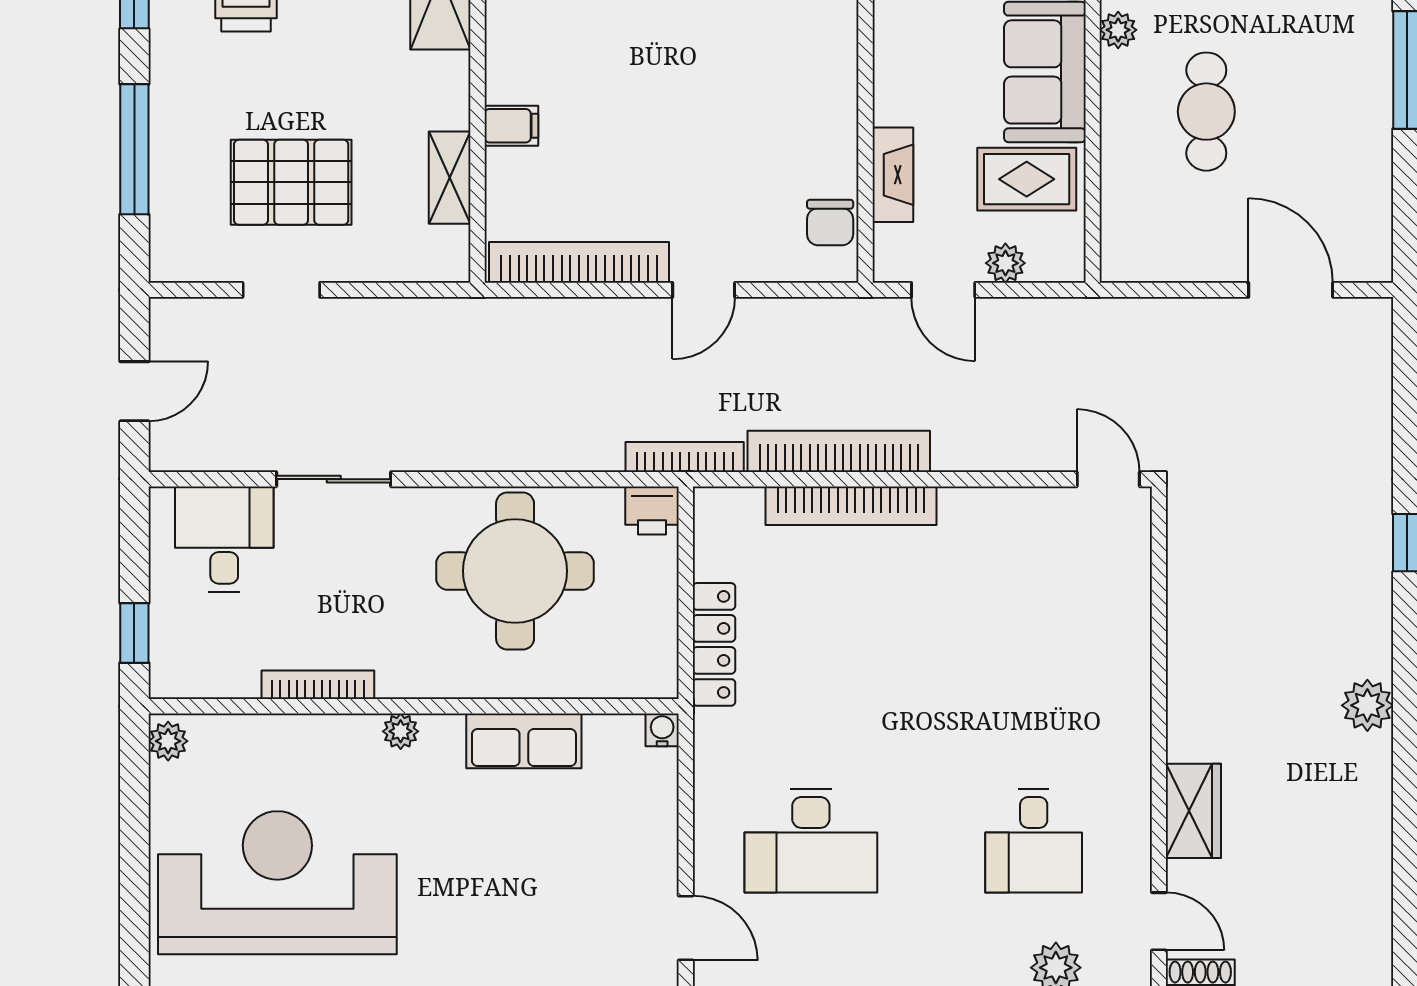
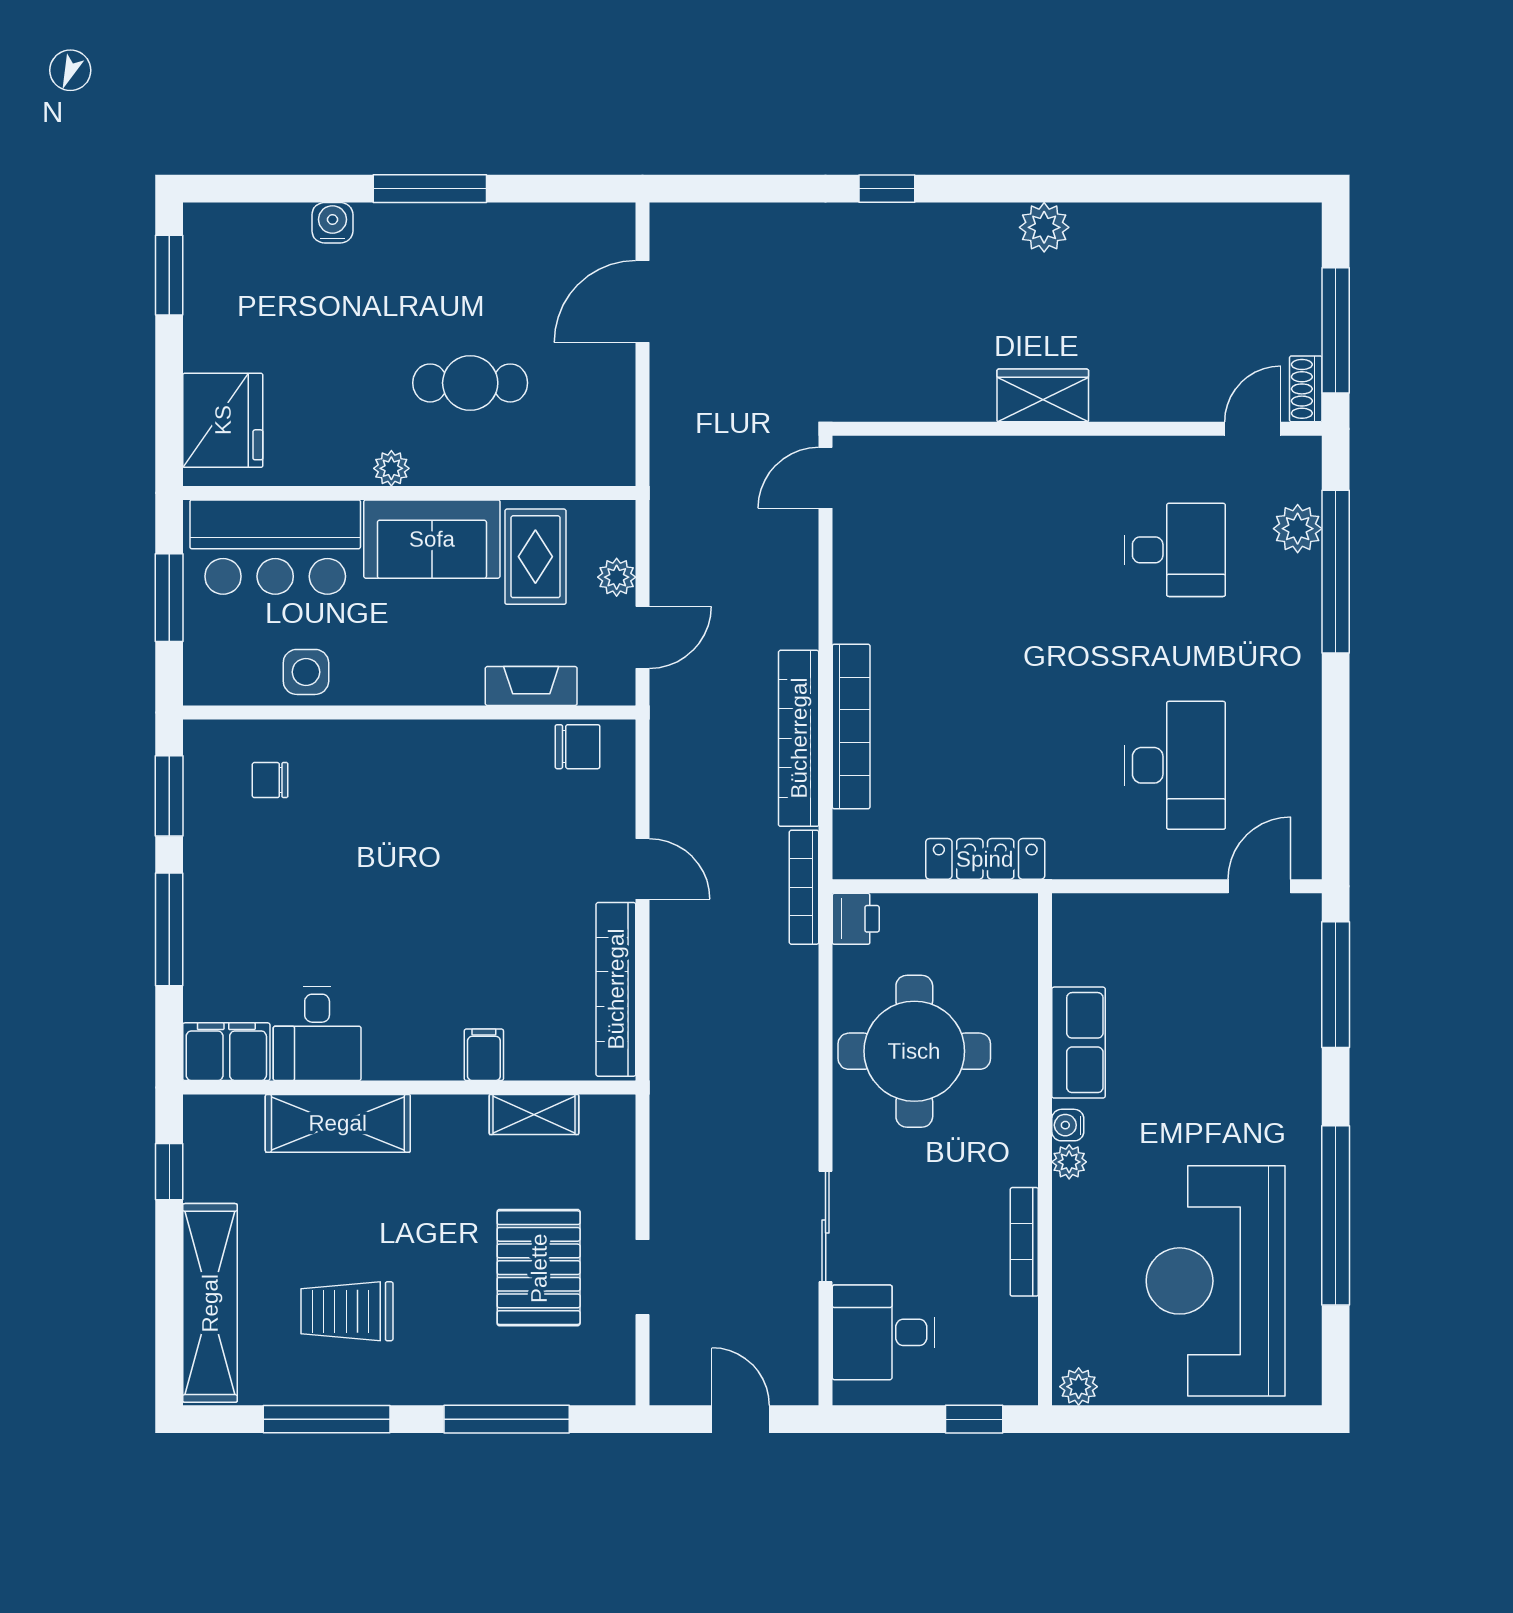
water cooler: (662, 730) -> (1068, 1125), moved
wardrobe: (1193, 811) -> (1043, 395), moved

